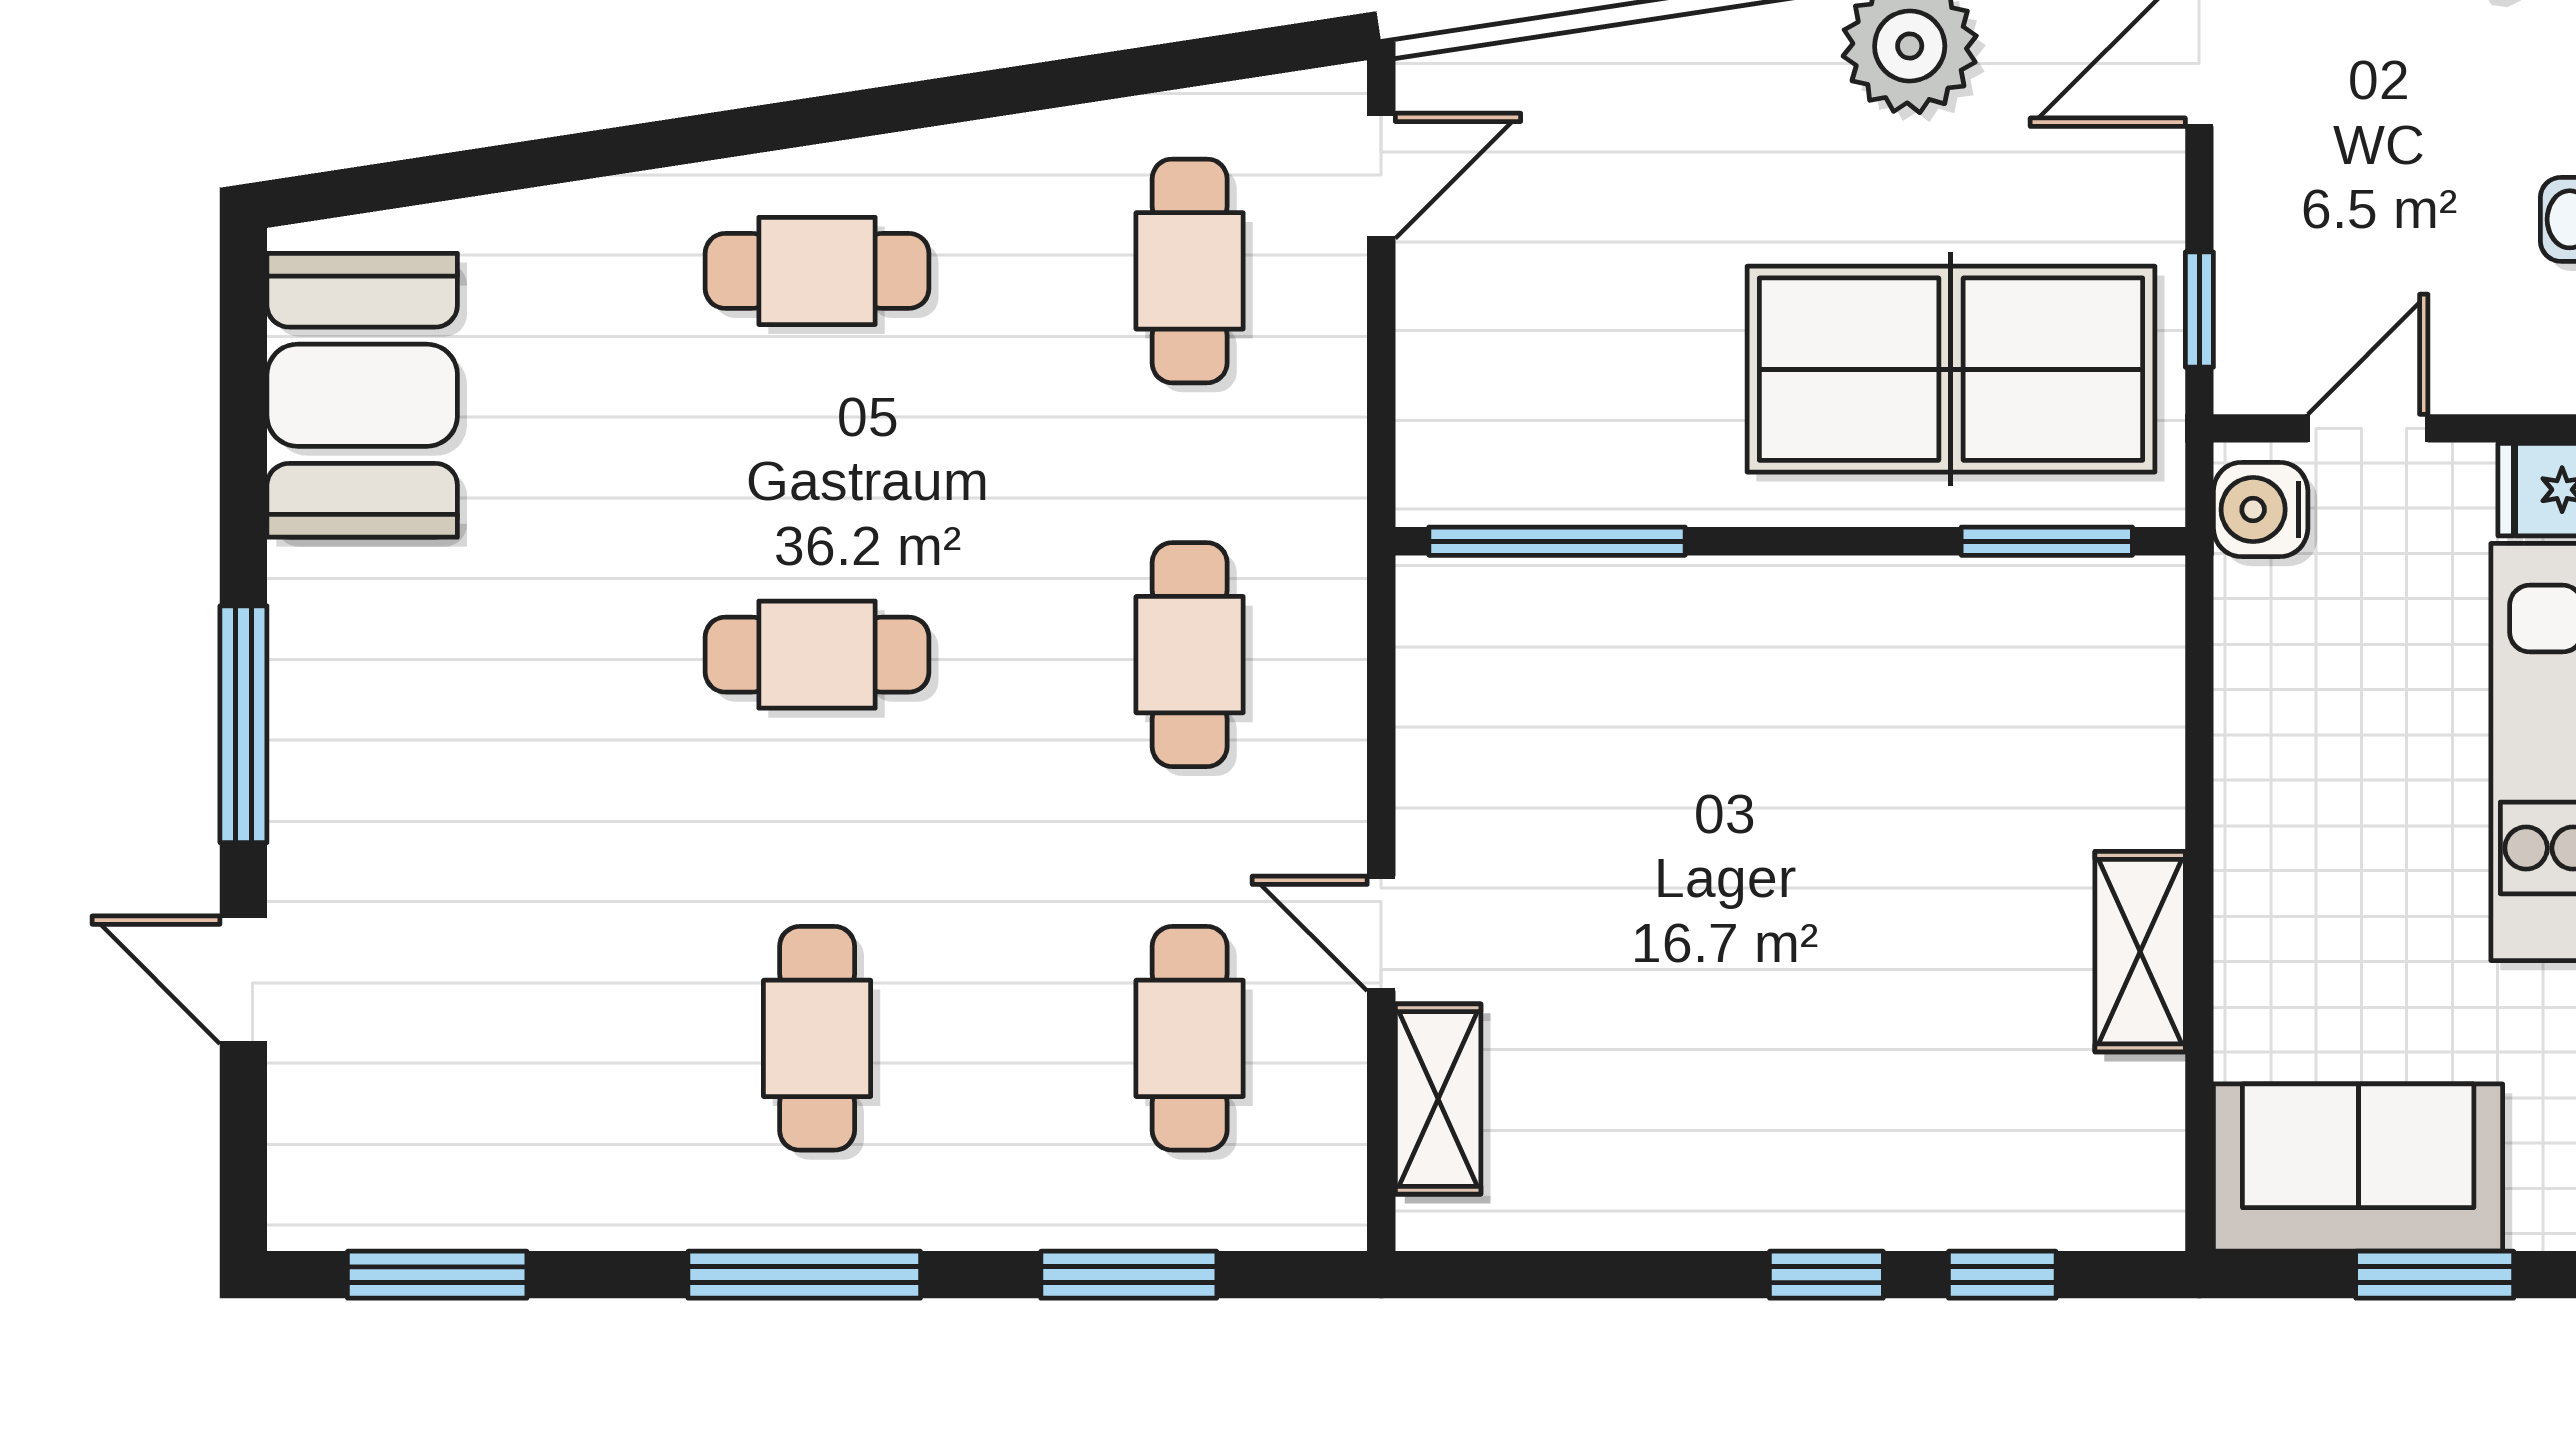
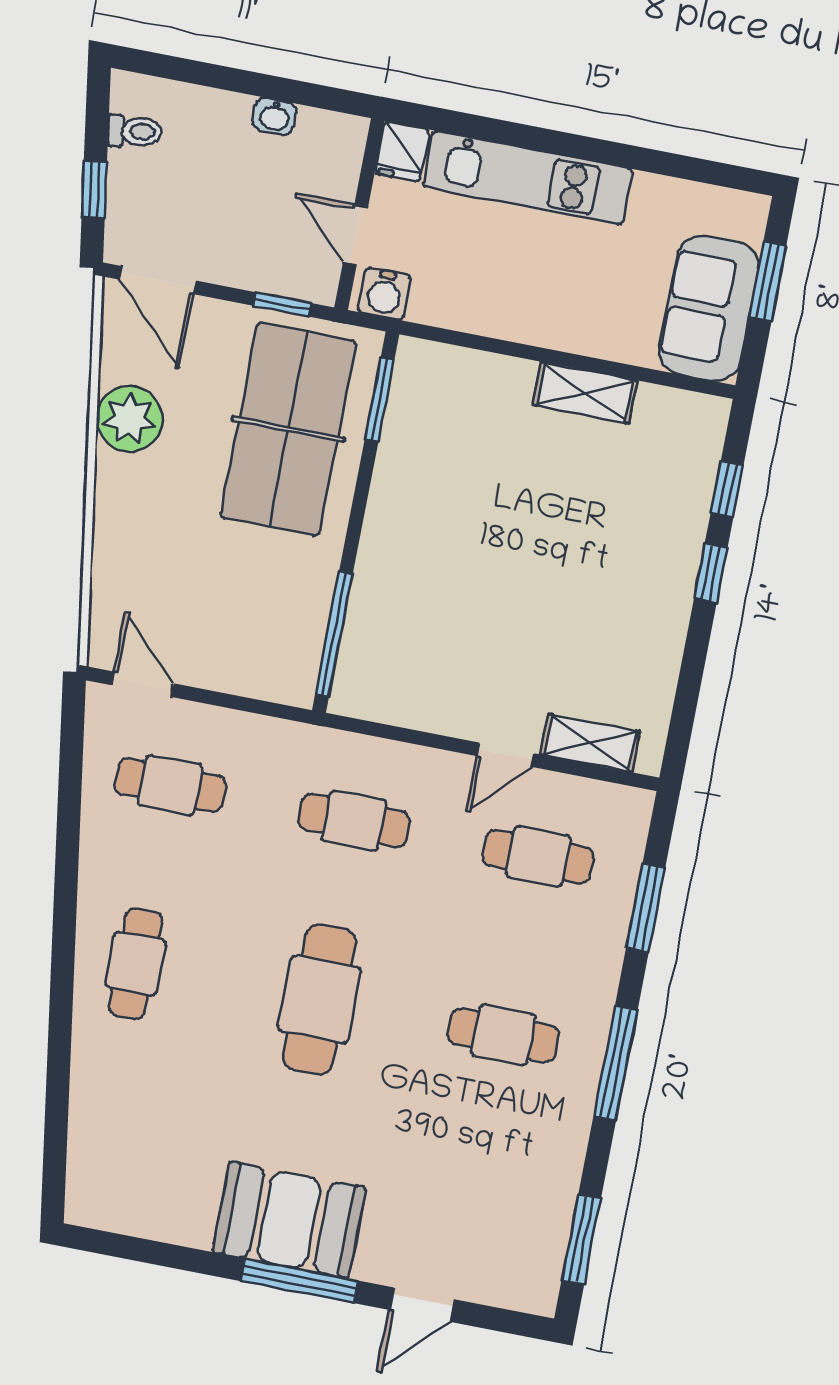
booth: (362, 395) -> (289, 1220), moved
cafe table: (817, 655) -> (319, 999), width x1.37, depth x1.35

